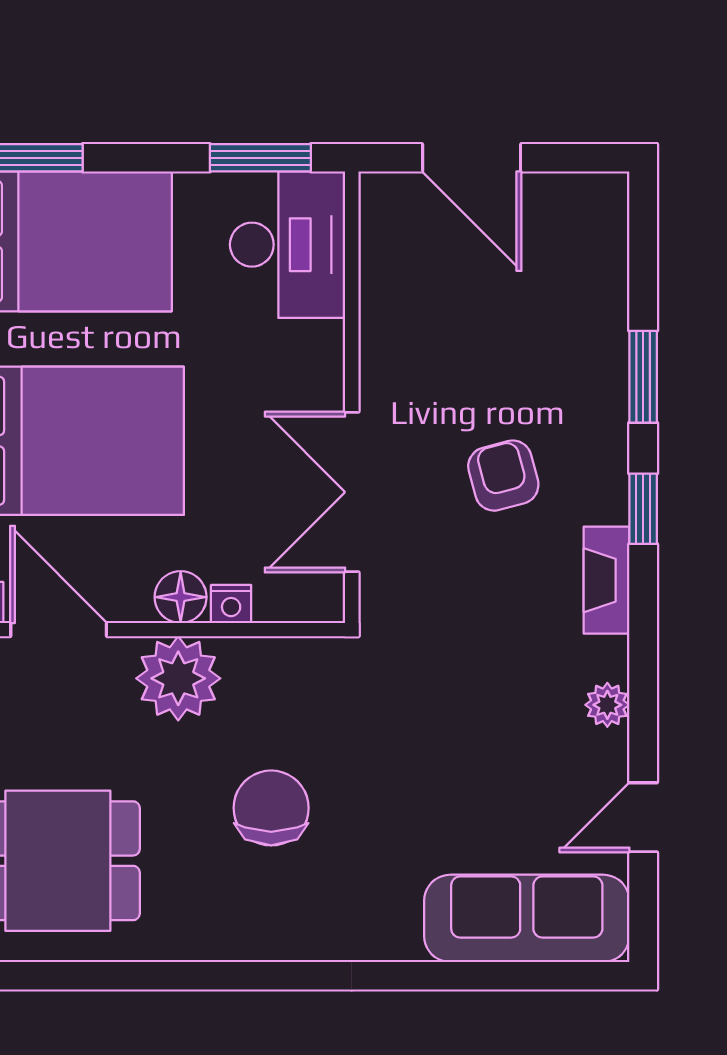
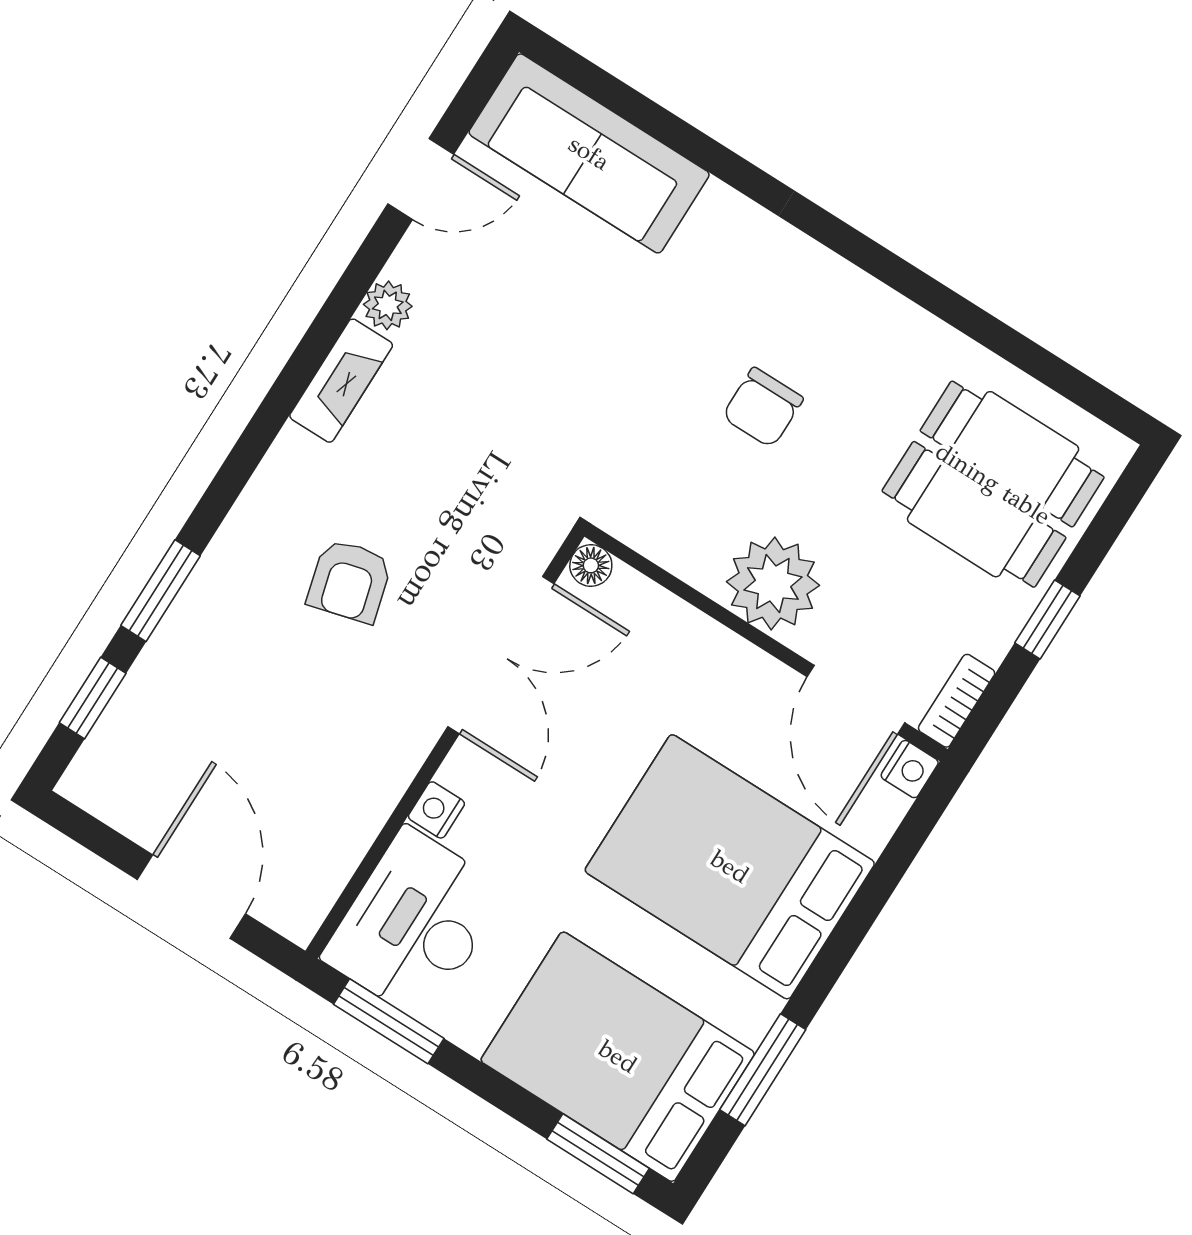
window: (643, 509) -> (93, 698), moved
fireplace: (607, 580) -> (341, 381), moved
floor lamp: (181, 597) -> (591, 565), moved, width x0.73, depth x0.73
nightstand: (231, 604) -> (436, 810), moved, turned -90
chair: (271, 808) -> (763, 408), width x0.73, depth x0.73

